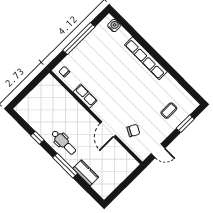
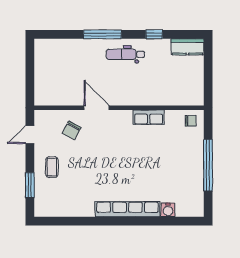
water cooler: (114, 26) -> (168, 210), moved
coffee table: (169, 111) -> (52, 167), moved
kitchen counter: (86, 173) -> (187, 47), moved

